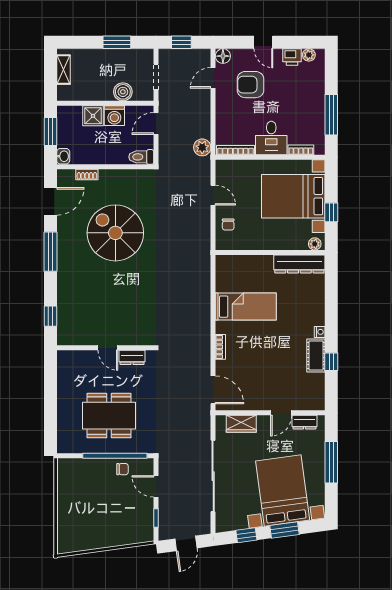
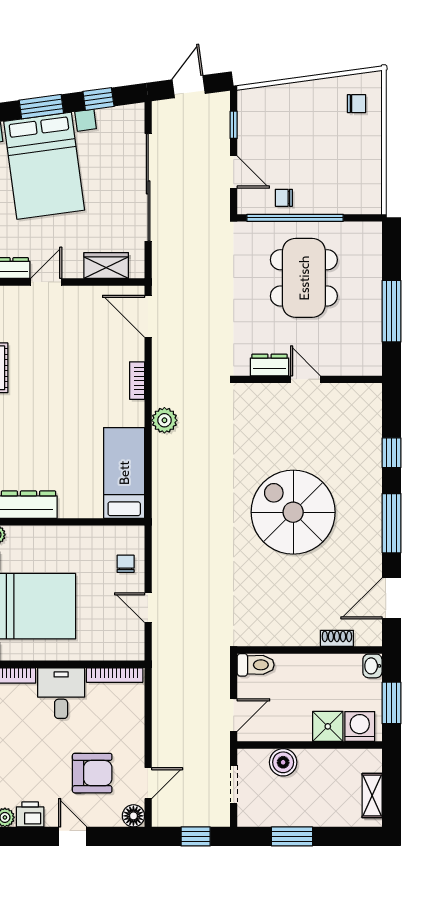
washing machine: (114, 116) -> (360, 726), moved
plant: (202, 147) -> (164, 420), moved
spiral stairs: (115, 233) -> (293, 512), moved, turned 180
bed: (246, 307) -> (124, 473), moved, turned 90
window: (50, 316) -> (391, 453), moved
window: (50, 393) -> (391, 311), added
dining table: (109, 416) -> (304, 278), turned 90
chair: (74, 532) -> (356, 104), added

